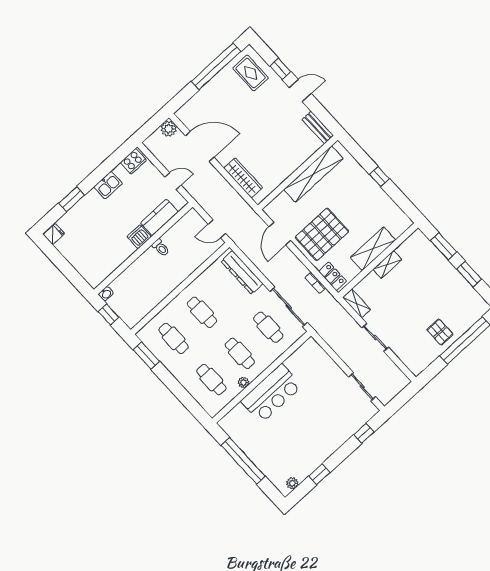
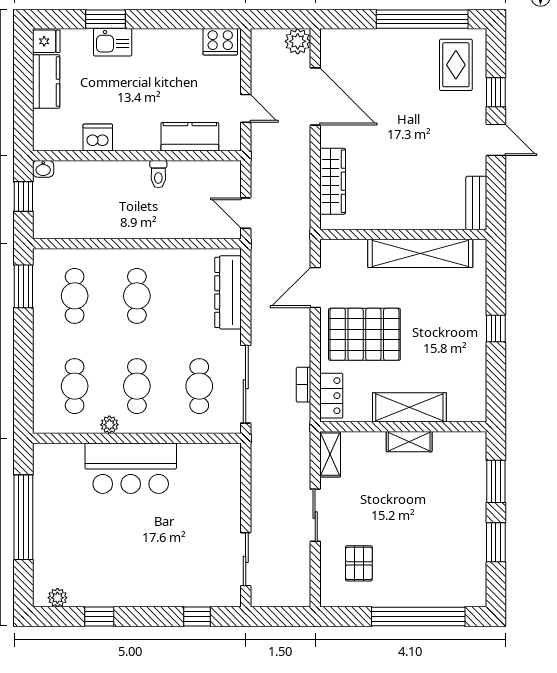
kitchen sink: (108, 185) -> (113, 42), moved
dishwasher: (139, 237) -> (98, 138), moved
kitchen counter: (71, 252) -> (46, 81), added
pallet: (440, 332) -> (359, 563), moved

